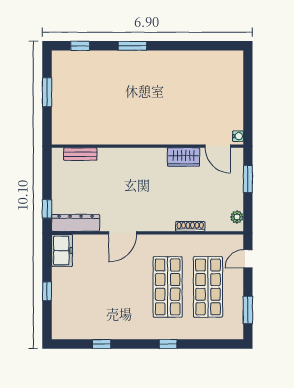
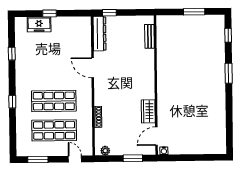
freezer: (62, 250) -> (39, 24), moved

